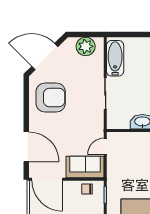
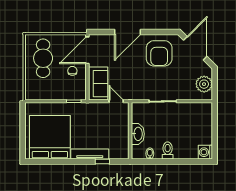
bathtub: (115, 58) -> (194, 110), removed
door: (26, 147) -> (128, 32), moved
chair: (87, 189) -> (72, 71), moved

